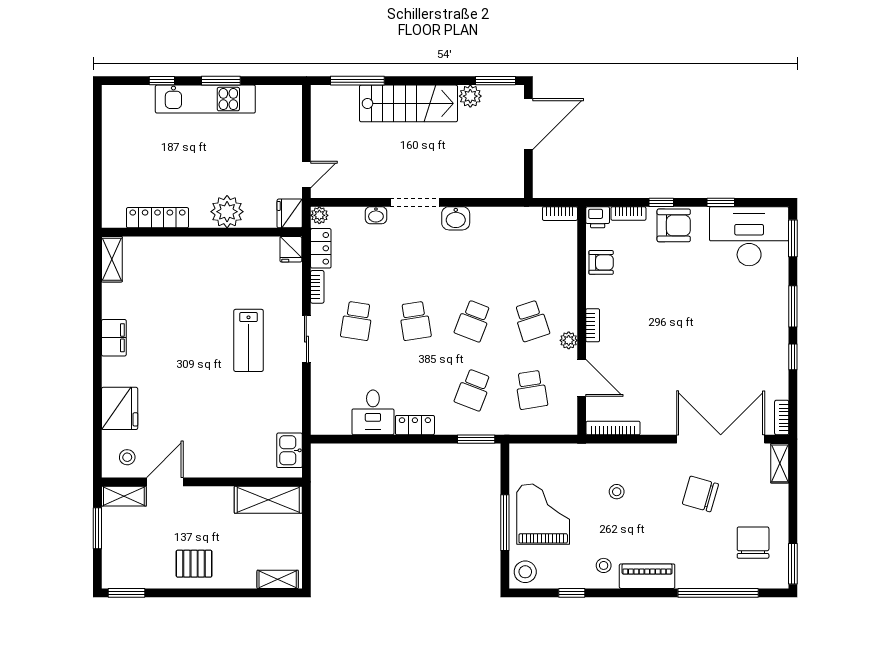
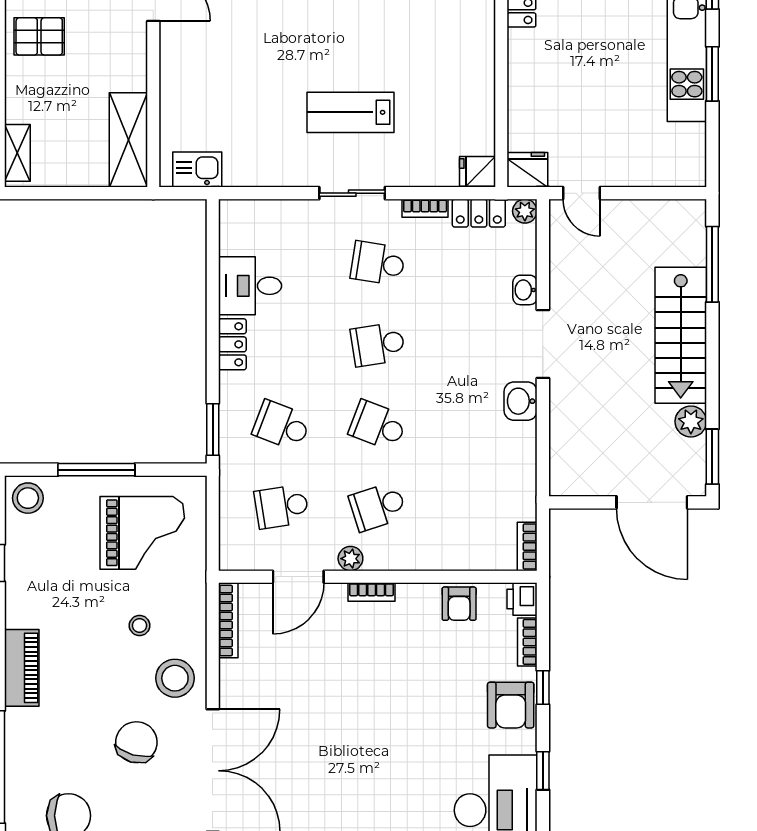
plant: (227, 212) -> (530, 82), removed
grand piano: (543, 514) -> (142, 533), moved
pallet: (194, 564) -> (39, 36), turned 90
stool: (604, 565) -> (175, 678), moved, width x1.89, depth x1.89

